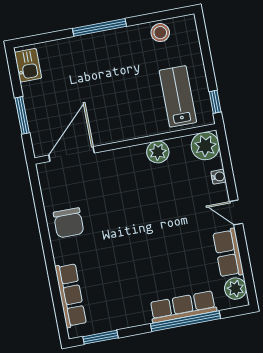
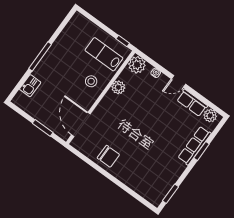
stool: (160, 33) -> (91, 81), moved
kitchen sink: (28, 65) -> (30, 86), moved, turned 90
row of seats: (71, 295) -> (140, 188), removed
window: (185, 321) -> (202, 151), width x0.47

